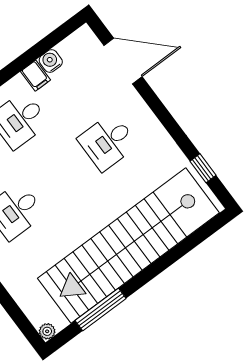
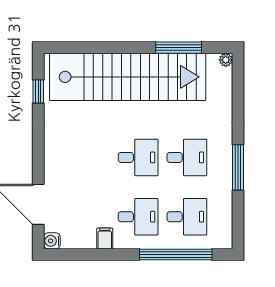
water cooler: (51, 61) -> (52, 241), moved, turned 90
desk: (108, 142) -> (138, 157), moved

